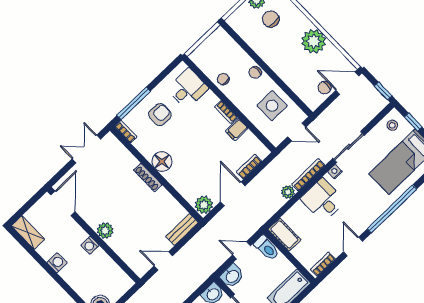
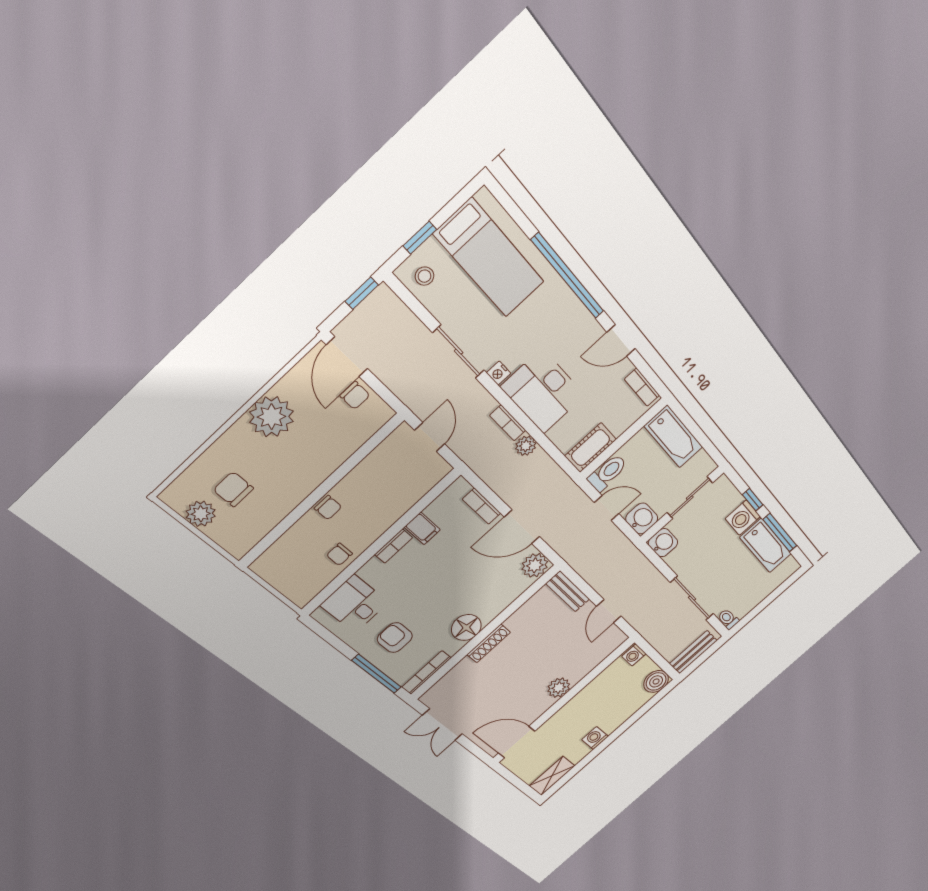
chair: (271, 19) -> (233, 489), turned 90
side table: (272, 106) -> (385, 478), removed
bookcase: (126, 132) -> (426, 673), width x1.56
bookcase: (308, 175) -> (508, 423), width x0.64
desk: (323, 200) -> (543, 391), width x1.37
washing machine: (90, 245) -> (634, 655), moved, turned 90
door: (242, 250) -> (607, 508), swing flipped

